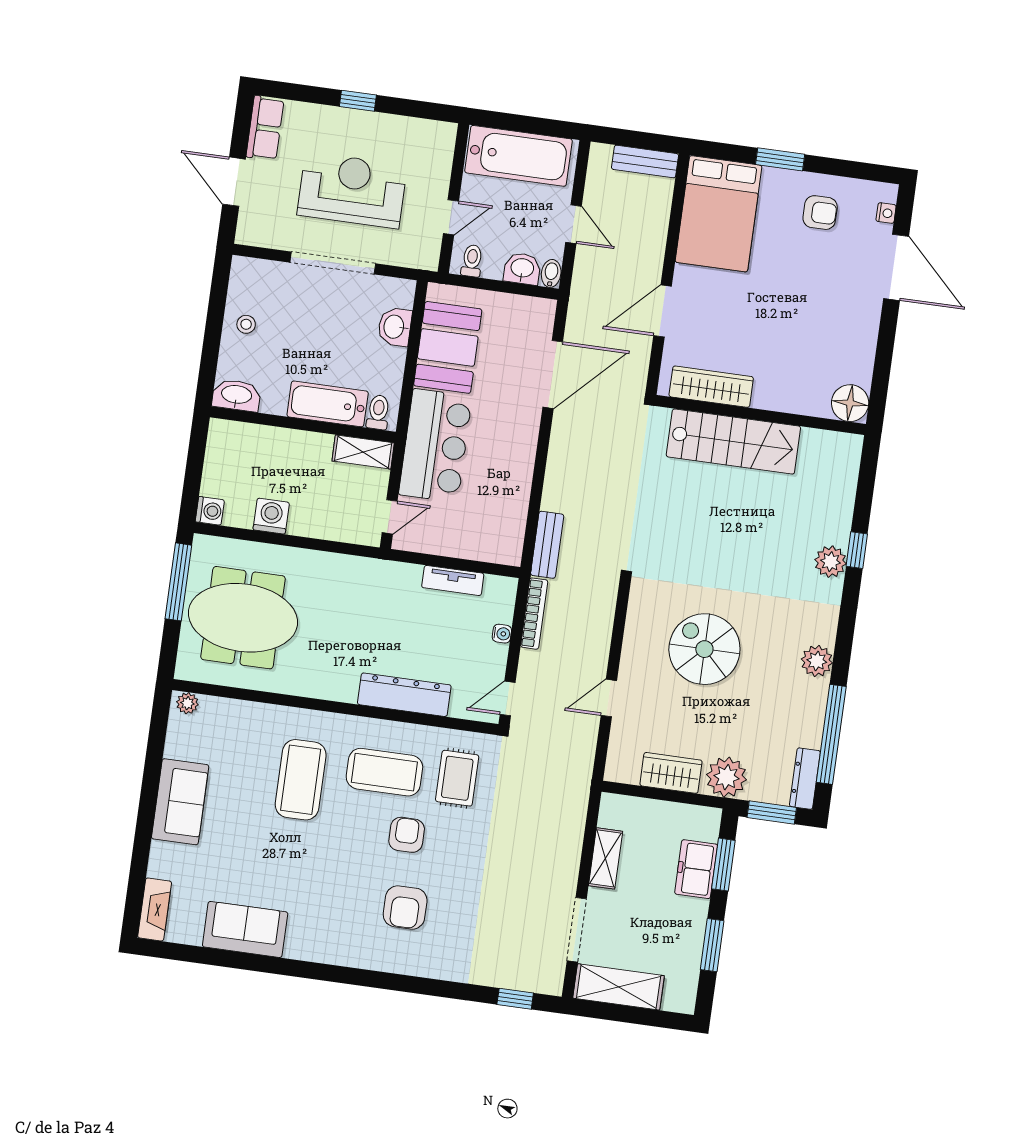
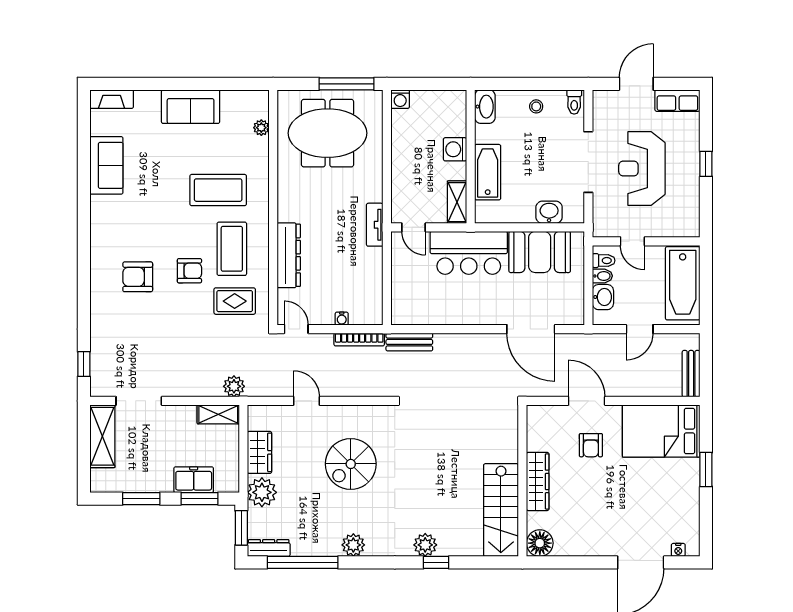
reception desk: (352, 190) -> (642, 169), turned 180
armchair: (820, 213) -> (591, 445), moved
bidet: (551, 273) -> (602, 276), moved
wardrobe: (711, 387) -> (538, 481), moved
toilet: (378, 412) -> (574, 102), moved, turned 90
stairs: (733, 441) -> (501, 510), moved
washing machine: (271, 516) -> (455, 149), moved, turned 180
tv unit: (453, 580) -> (375, 225), moved
meeting table: (243, 618) -> (328, 133), turned 90
spiral stairs: (704, 649) -> (351, 464), turned 180
plant: (187, 703) -> (261, 128), moved
plant: (575, 795) -> (234, 386), added
shelving: (606, 858) -> (218, 414), moved

